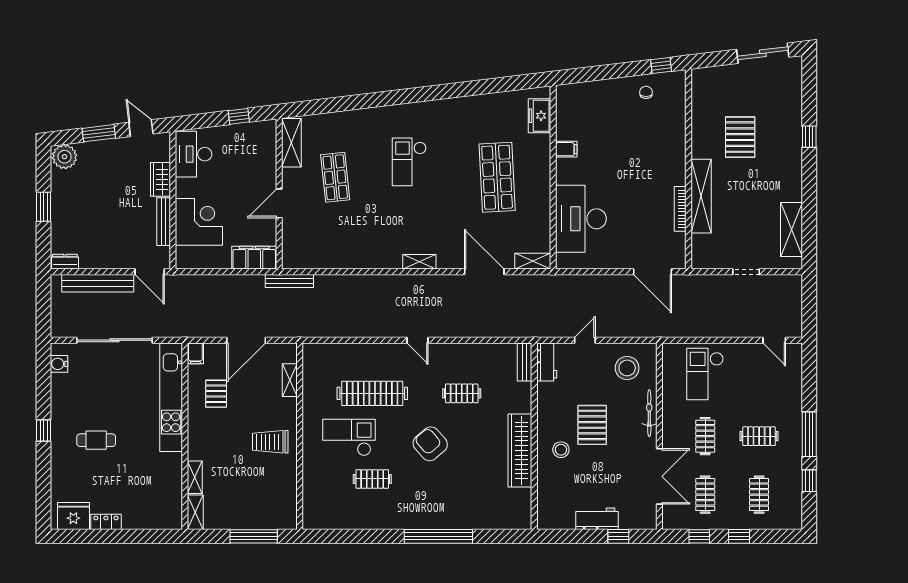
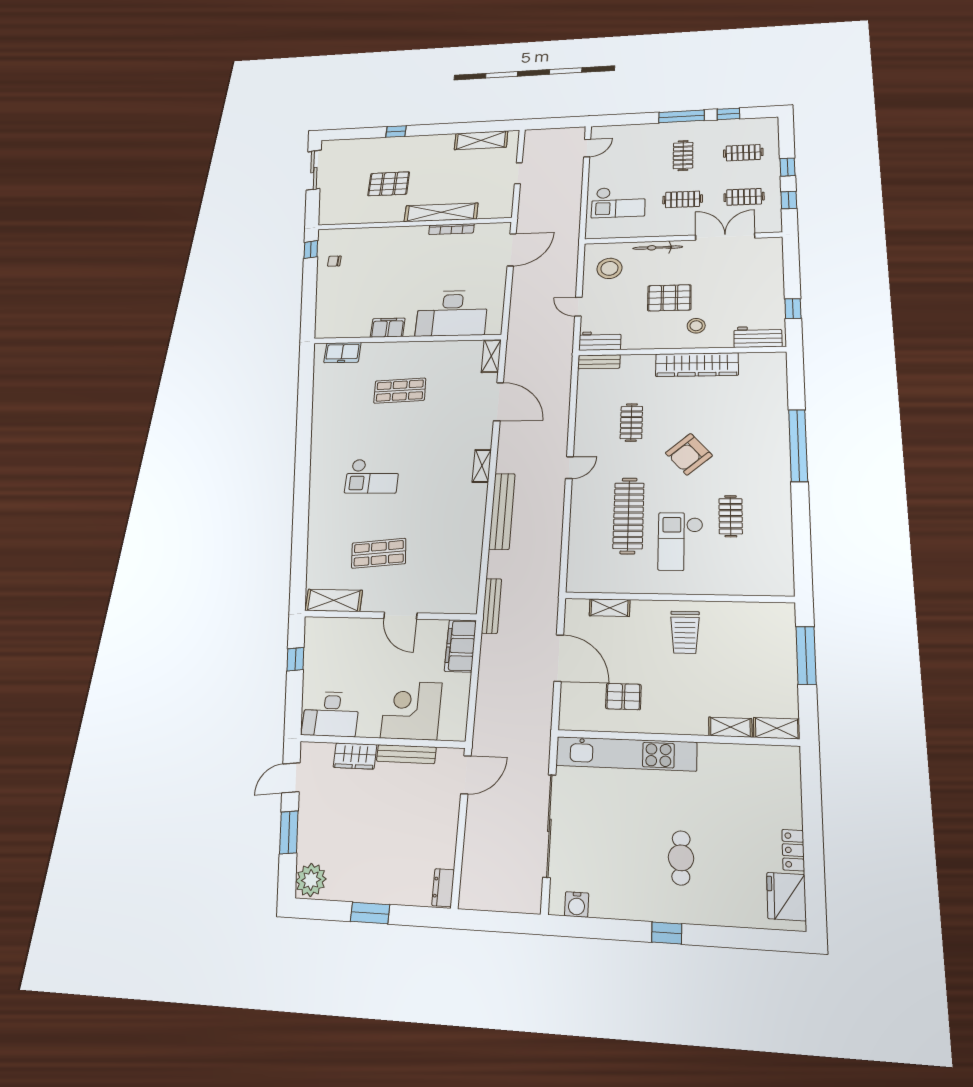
filing cabinet: (566, 149) -> (388, 328), width x2.00
shop shelf: (497, 177) -> (400, 391), width x0.70, depth x0.74
door: (484, 272) -> (498, 402), swing flipped
bench: (98, 283) -> (502, 511), moved
filing cabinet: (195, 353) -> (572, 721), removed
workbench: (597, 519) -> (758, 337), moved, turned 90
window: (618, 536) -> (793, 309), moved

